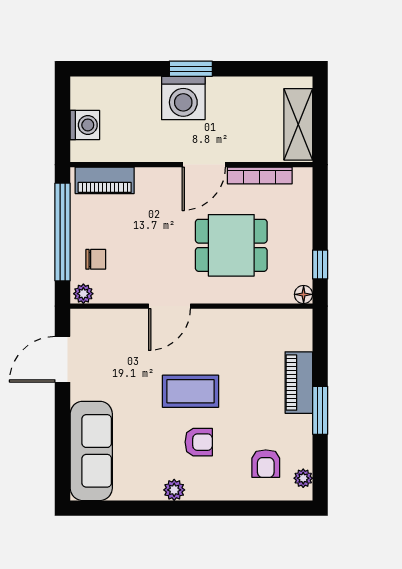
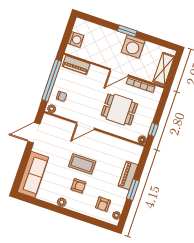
washing machine: (183, 98) -> (133, 46), moved

